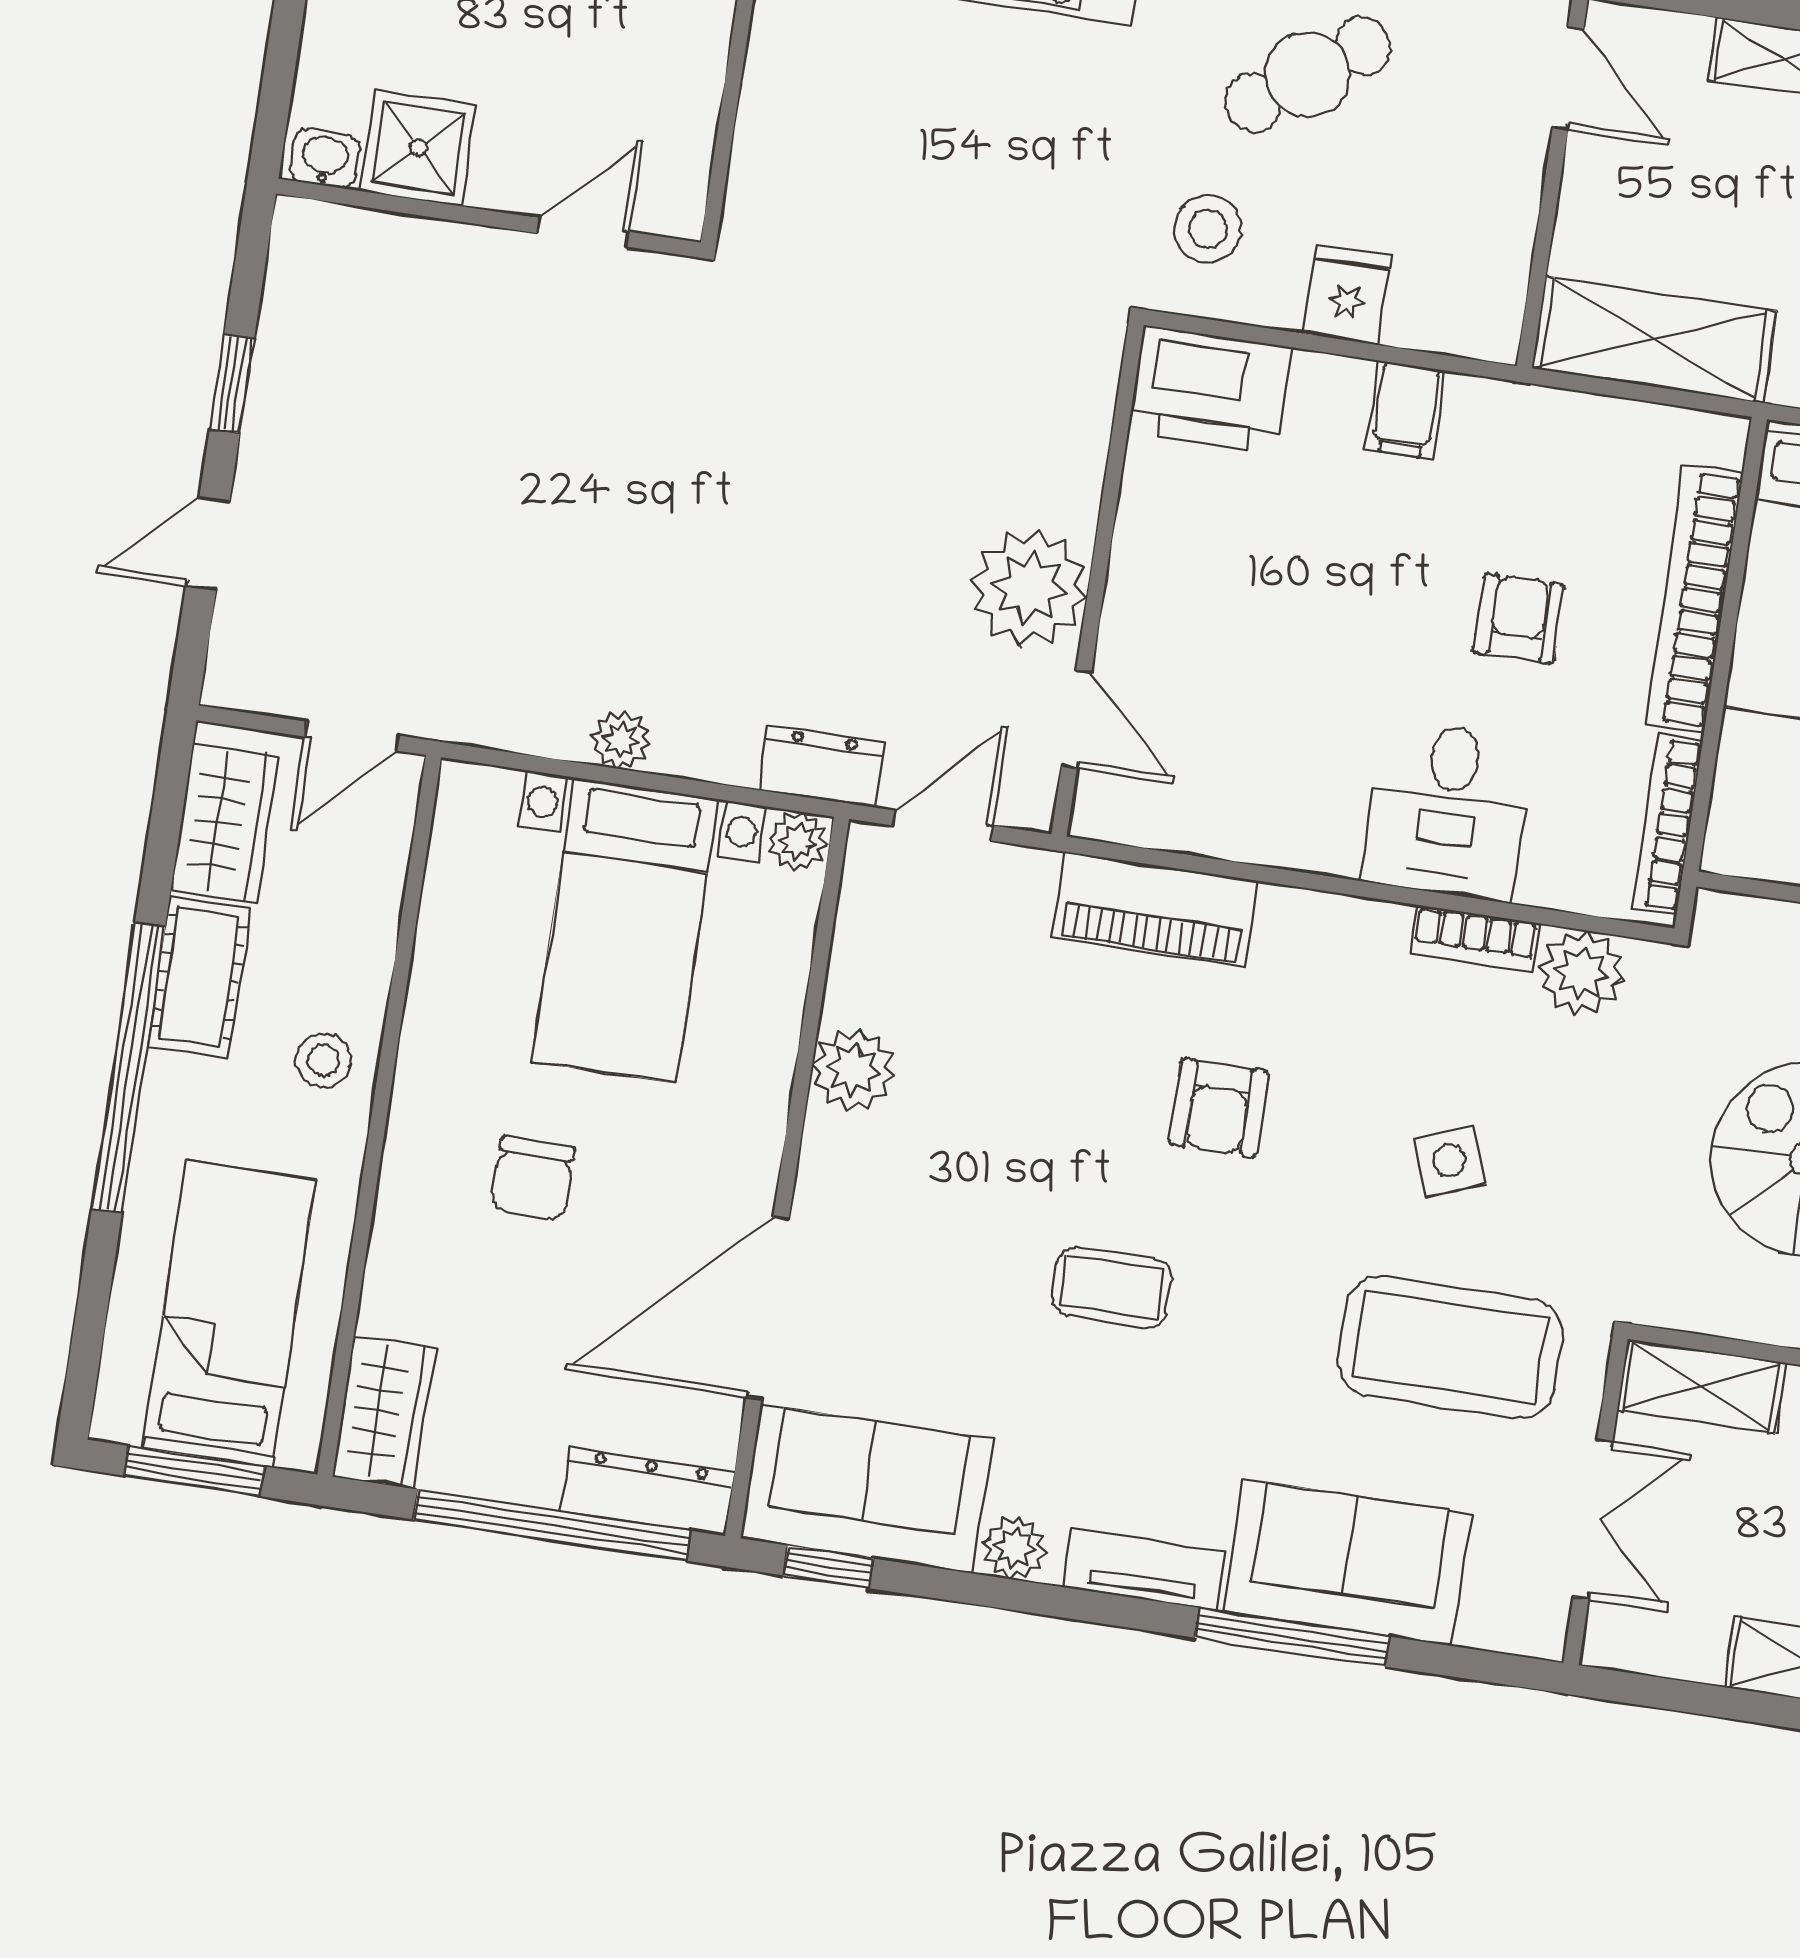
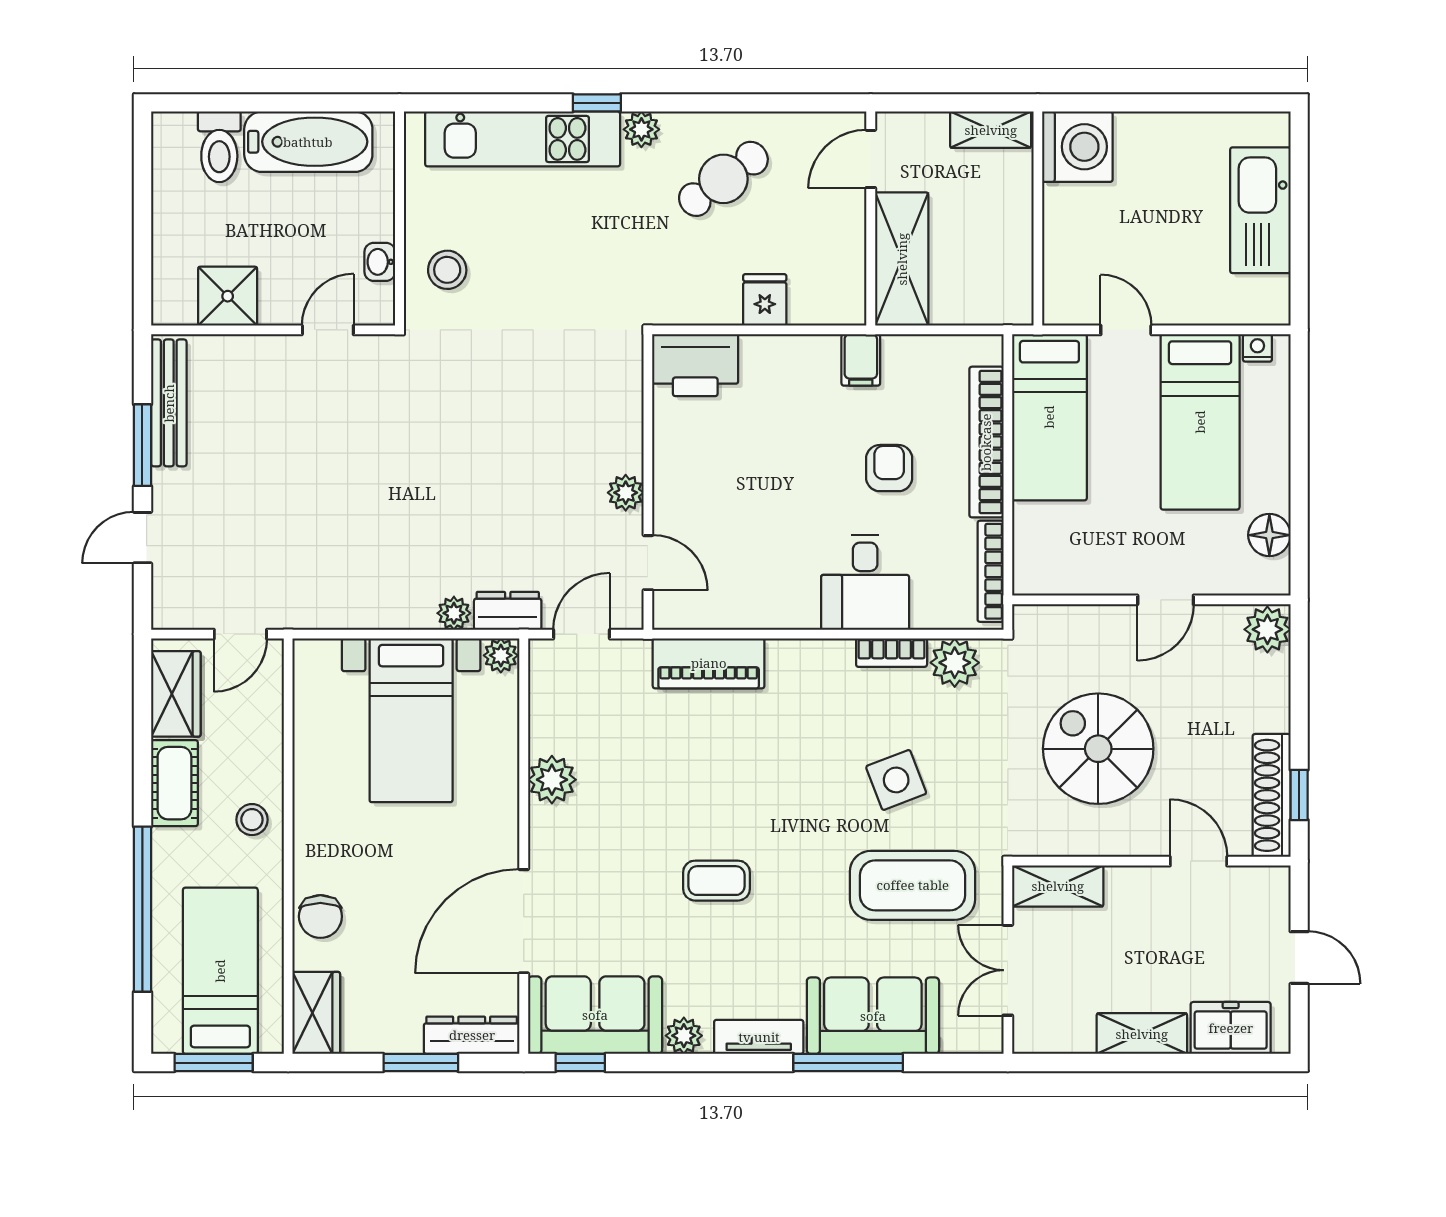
door: (1568, 78) -> (871, 159), swing flipped
washbasin: (325, 159) -> (380, 262), moved, turned -90
stool: (1208, 229) -> (447, 270), moved
bench: (289, 317) -> (169, 403), added
shelving: (1654, 340) -> (902, 259), moved, turned 90
window: (232, 383) -> (142, 445), width x1.50
filing cabinet: (1406, 410) -> (861, 360), moved
plant: (1029, 588) -> (626, 493), width x0.53, depth x0.53
plant: (621, 740) -> (454, 613), moved
window: (128, 1068) -> (142, 909), moved
armchair: (1219, 1108) -> (761, 770), removed
side table: (1449, 1160) -> (896, 780), width x1.37, depth x1.37
chair: (533, 1178) -> (320, 916), moved
double door: (1593, 1519) -> (1008, 970), swing flipped
window: (552, 1525) -> (421, 1063), width x0.47

